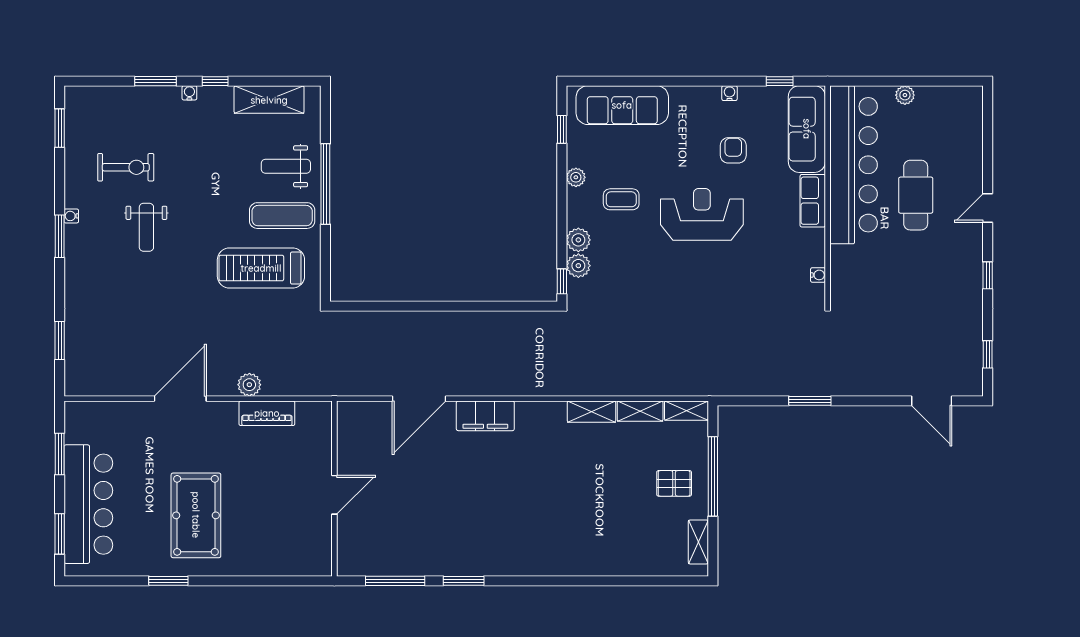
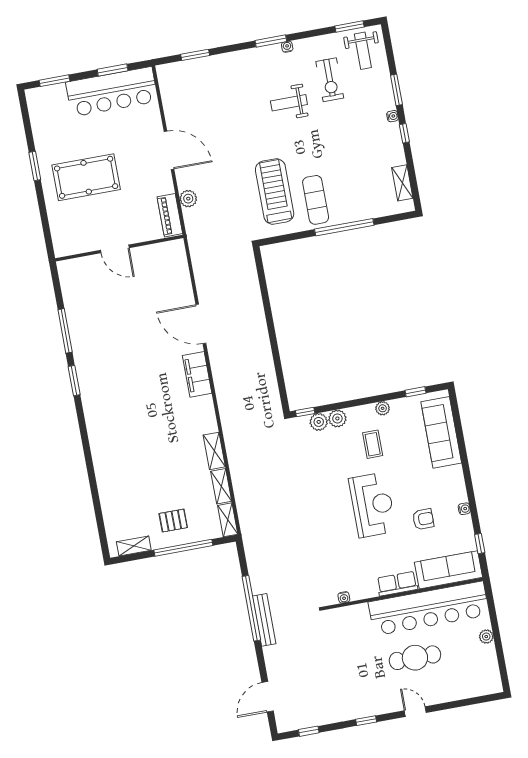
shelving: (269, 100) -> (402, 183), width x0.67, depth x0.75
weight bench: (286, 166) -> (363, 51), moved, turned 180
bench: (828, 387) -> (264, 620), added
window: (810, 401) -> (251, 608), width x2.11
pallet: (674, 483) -> (173, 521), turned 90
wall: (334, 489) -> (119, 248), moved
door: (334, 495) -> (115, 249), moved
bar counter: (88, 504) -> (112, 92), moved

